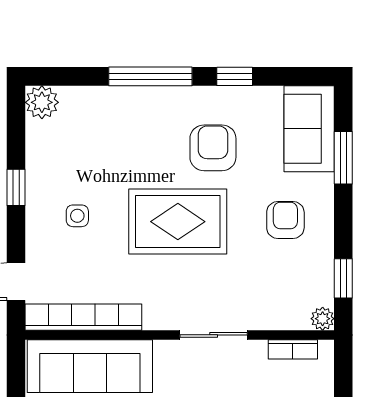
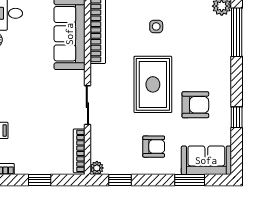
window: (150, 76) -> (237, 32), moved
bookcase: (293, 349) -> (79, 151), width x1.56

